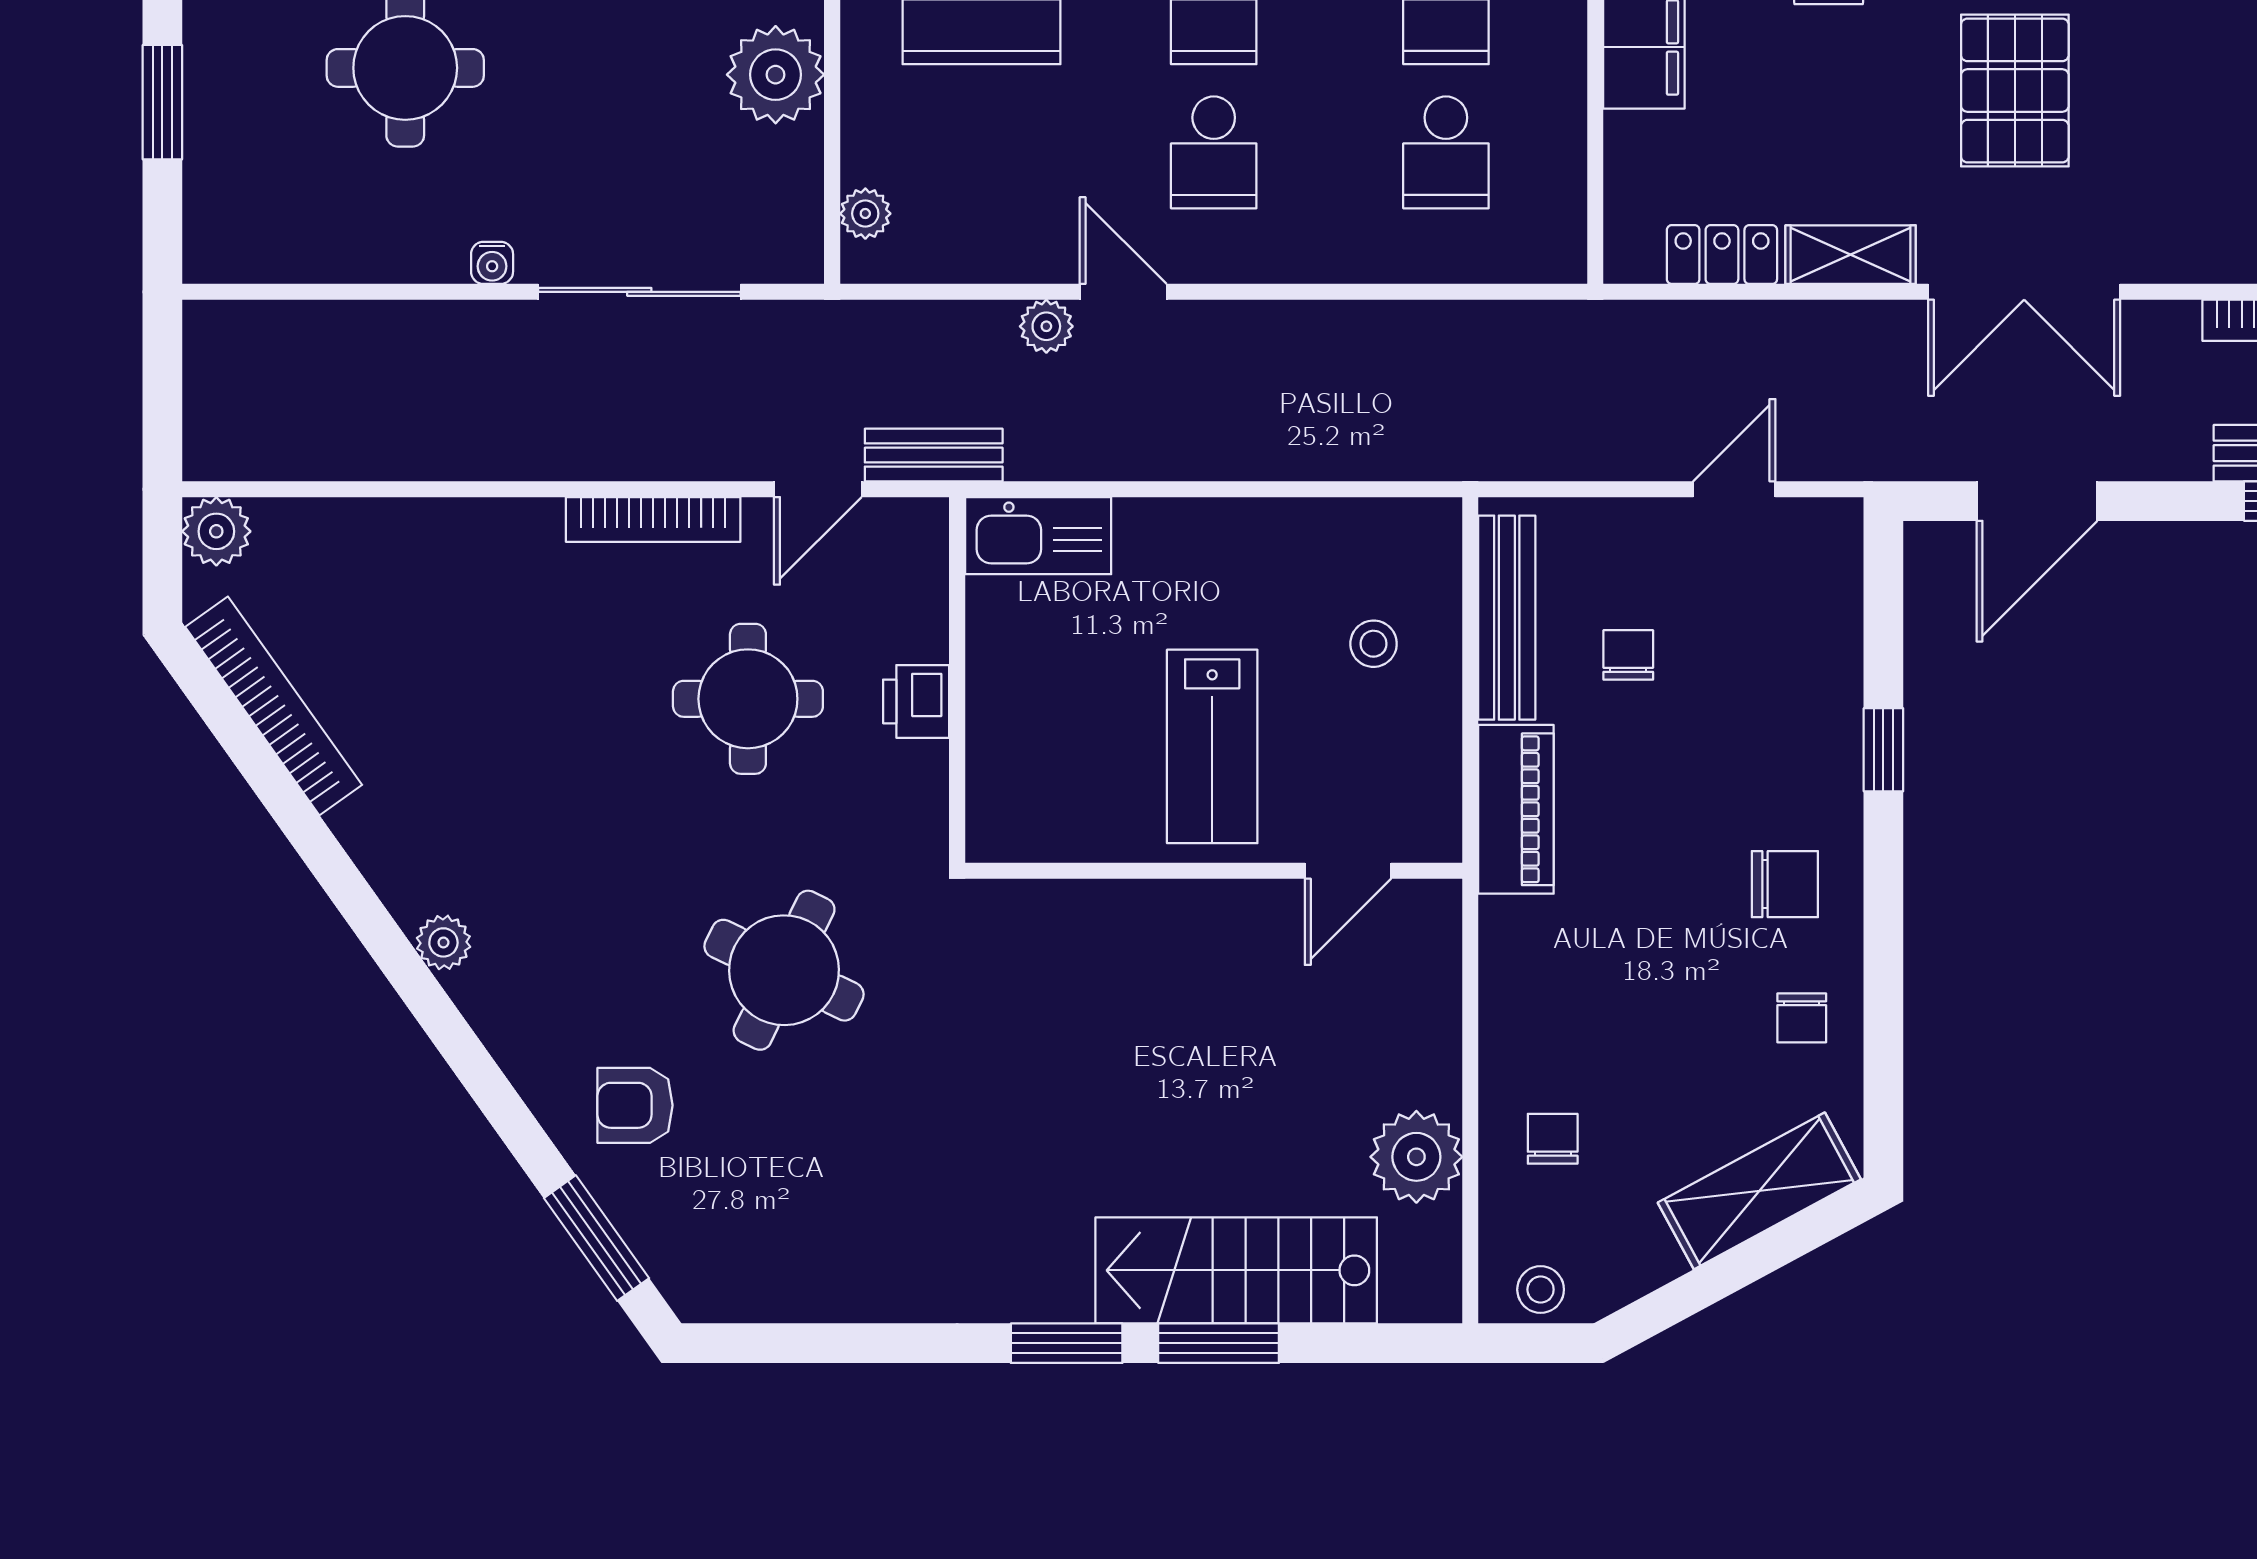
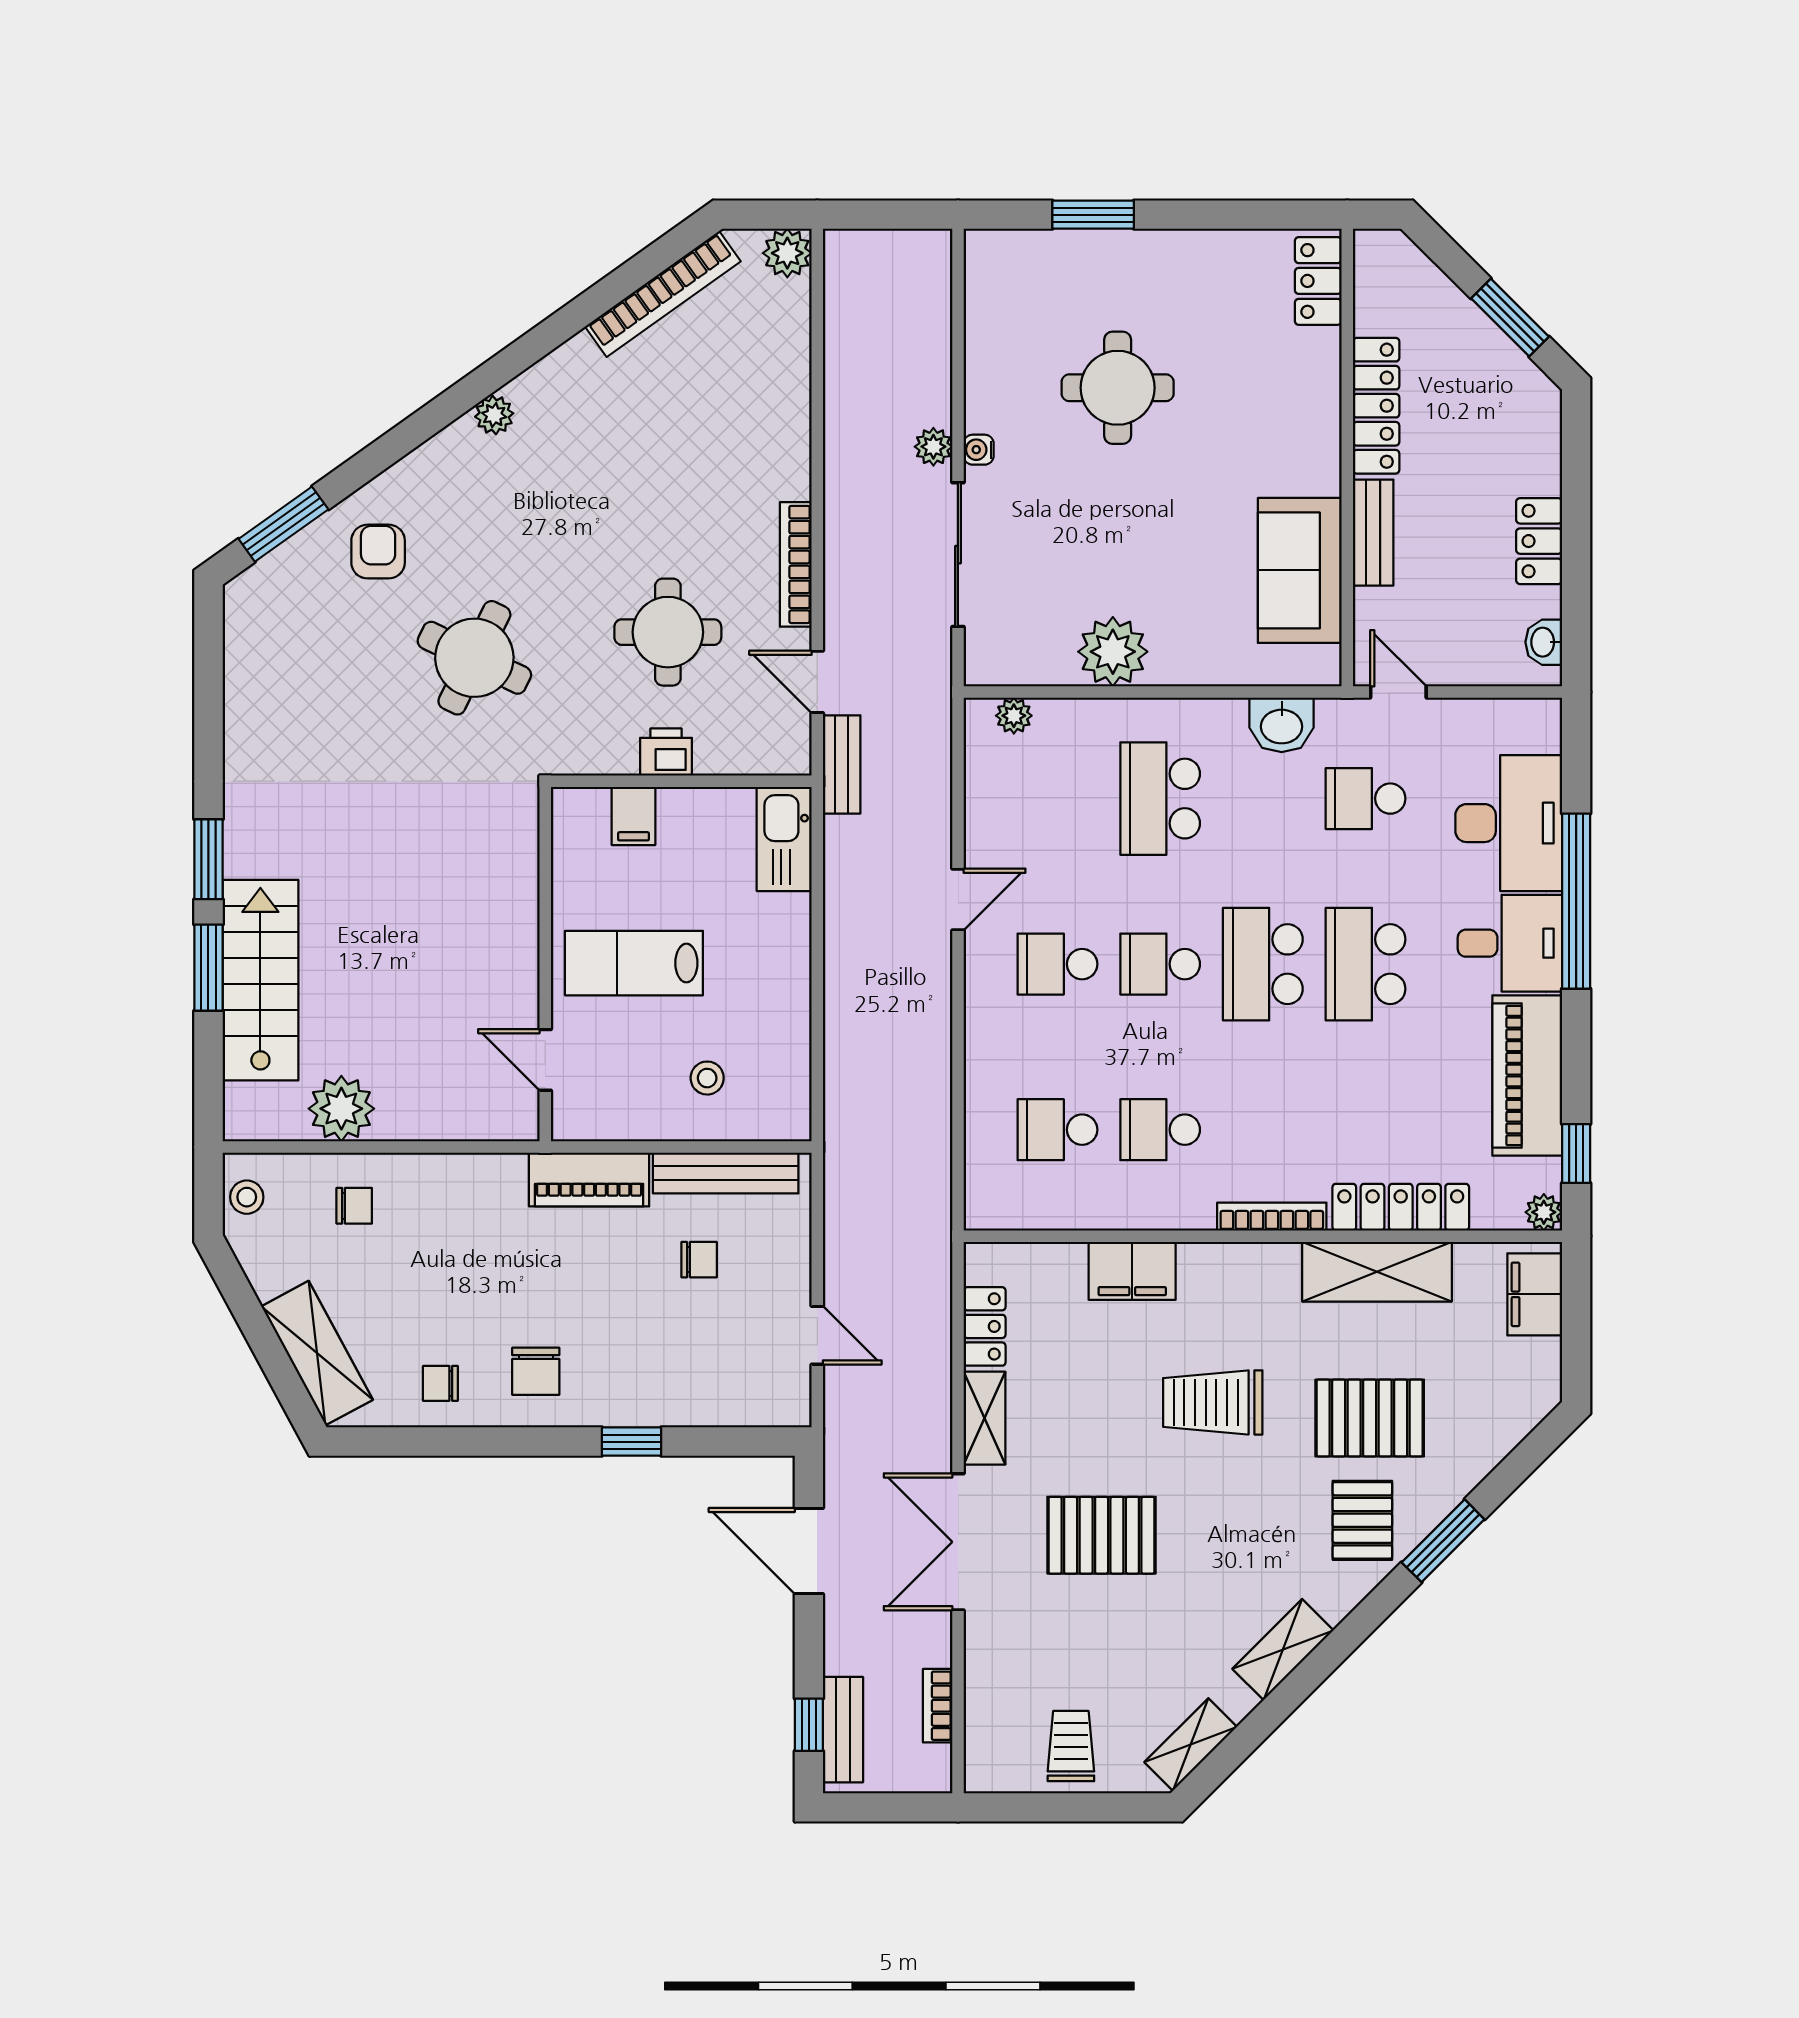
plant: (1046, 326) -> (933, 447), moved
filing cabinet: (1006, 747) -> (634, 816), added

